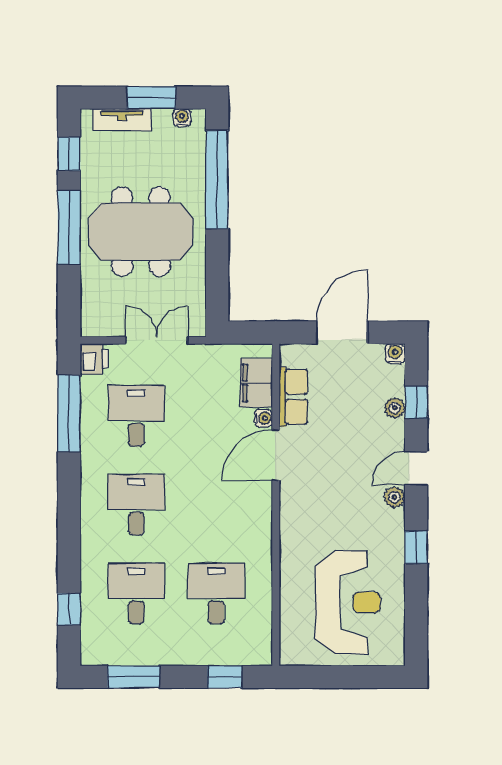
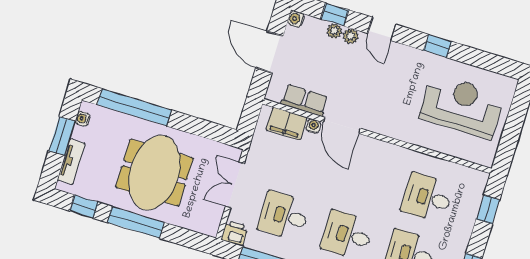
plant: (394, 497) -> (351, 36), moved

